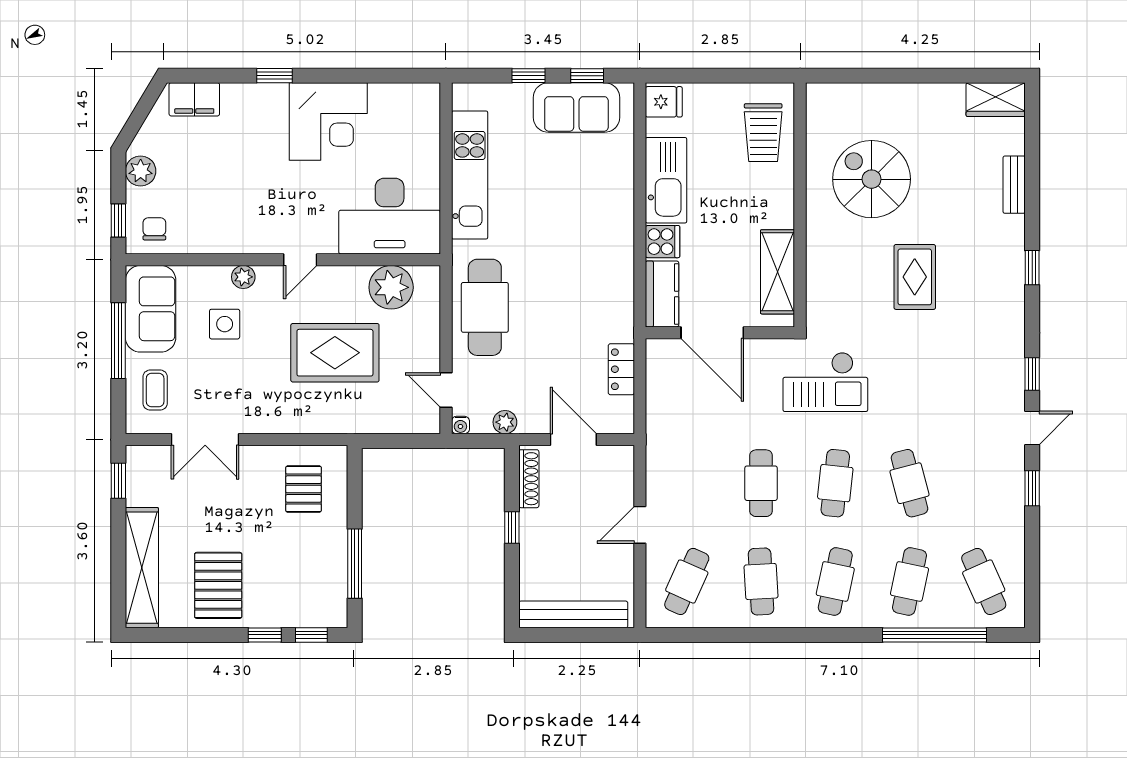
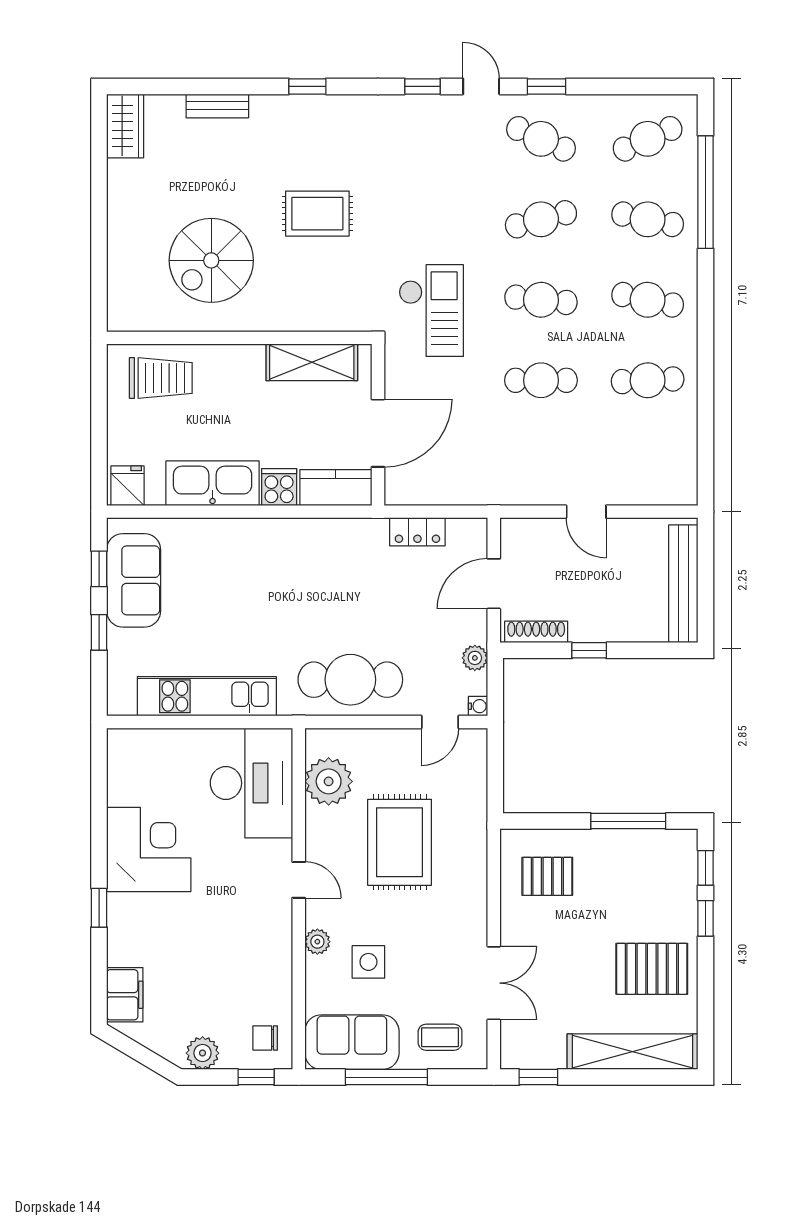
cafe table: (687, 581) -> (541, 139), moved

